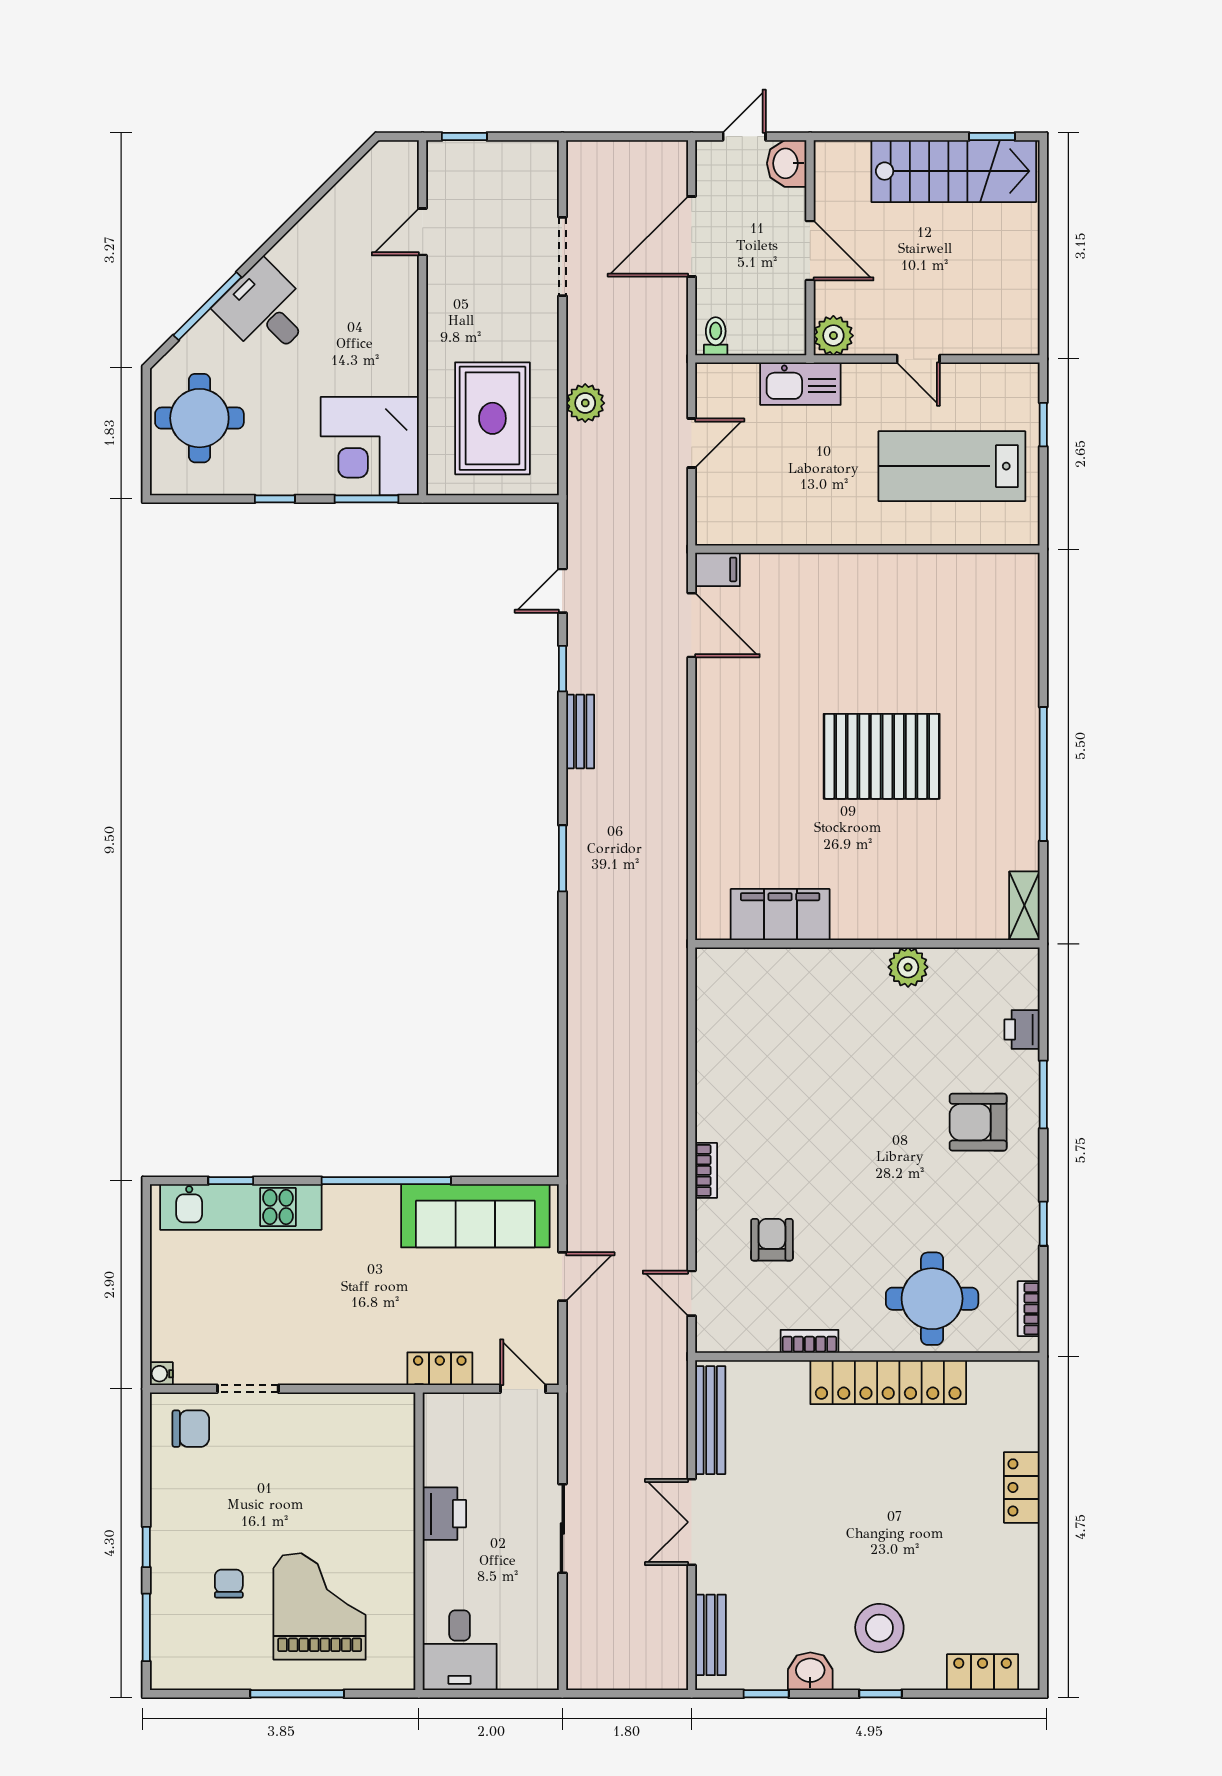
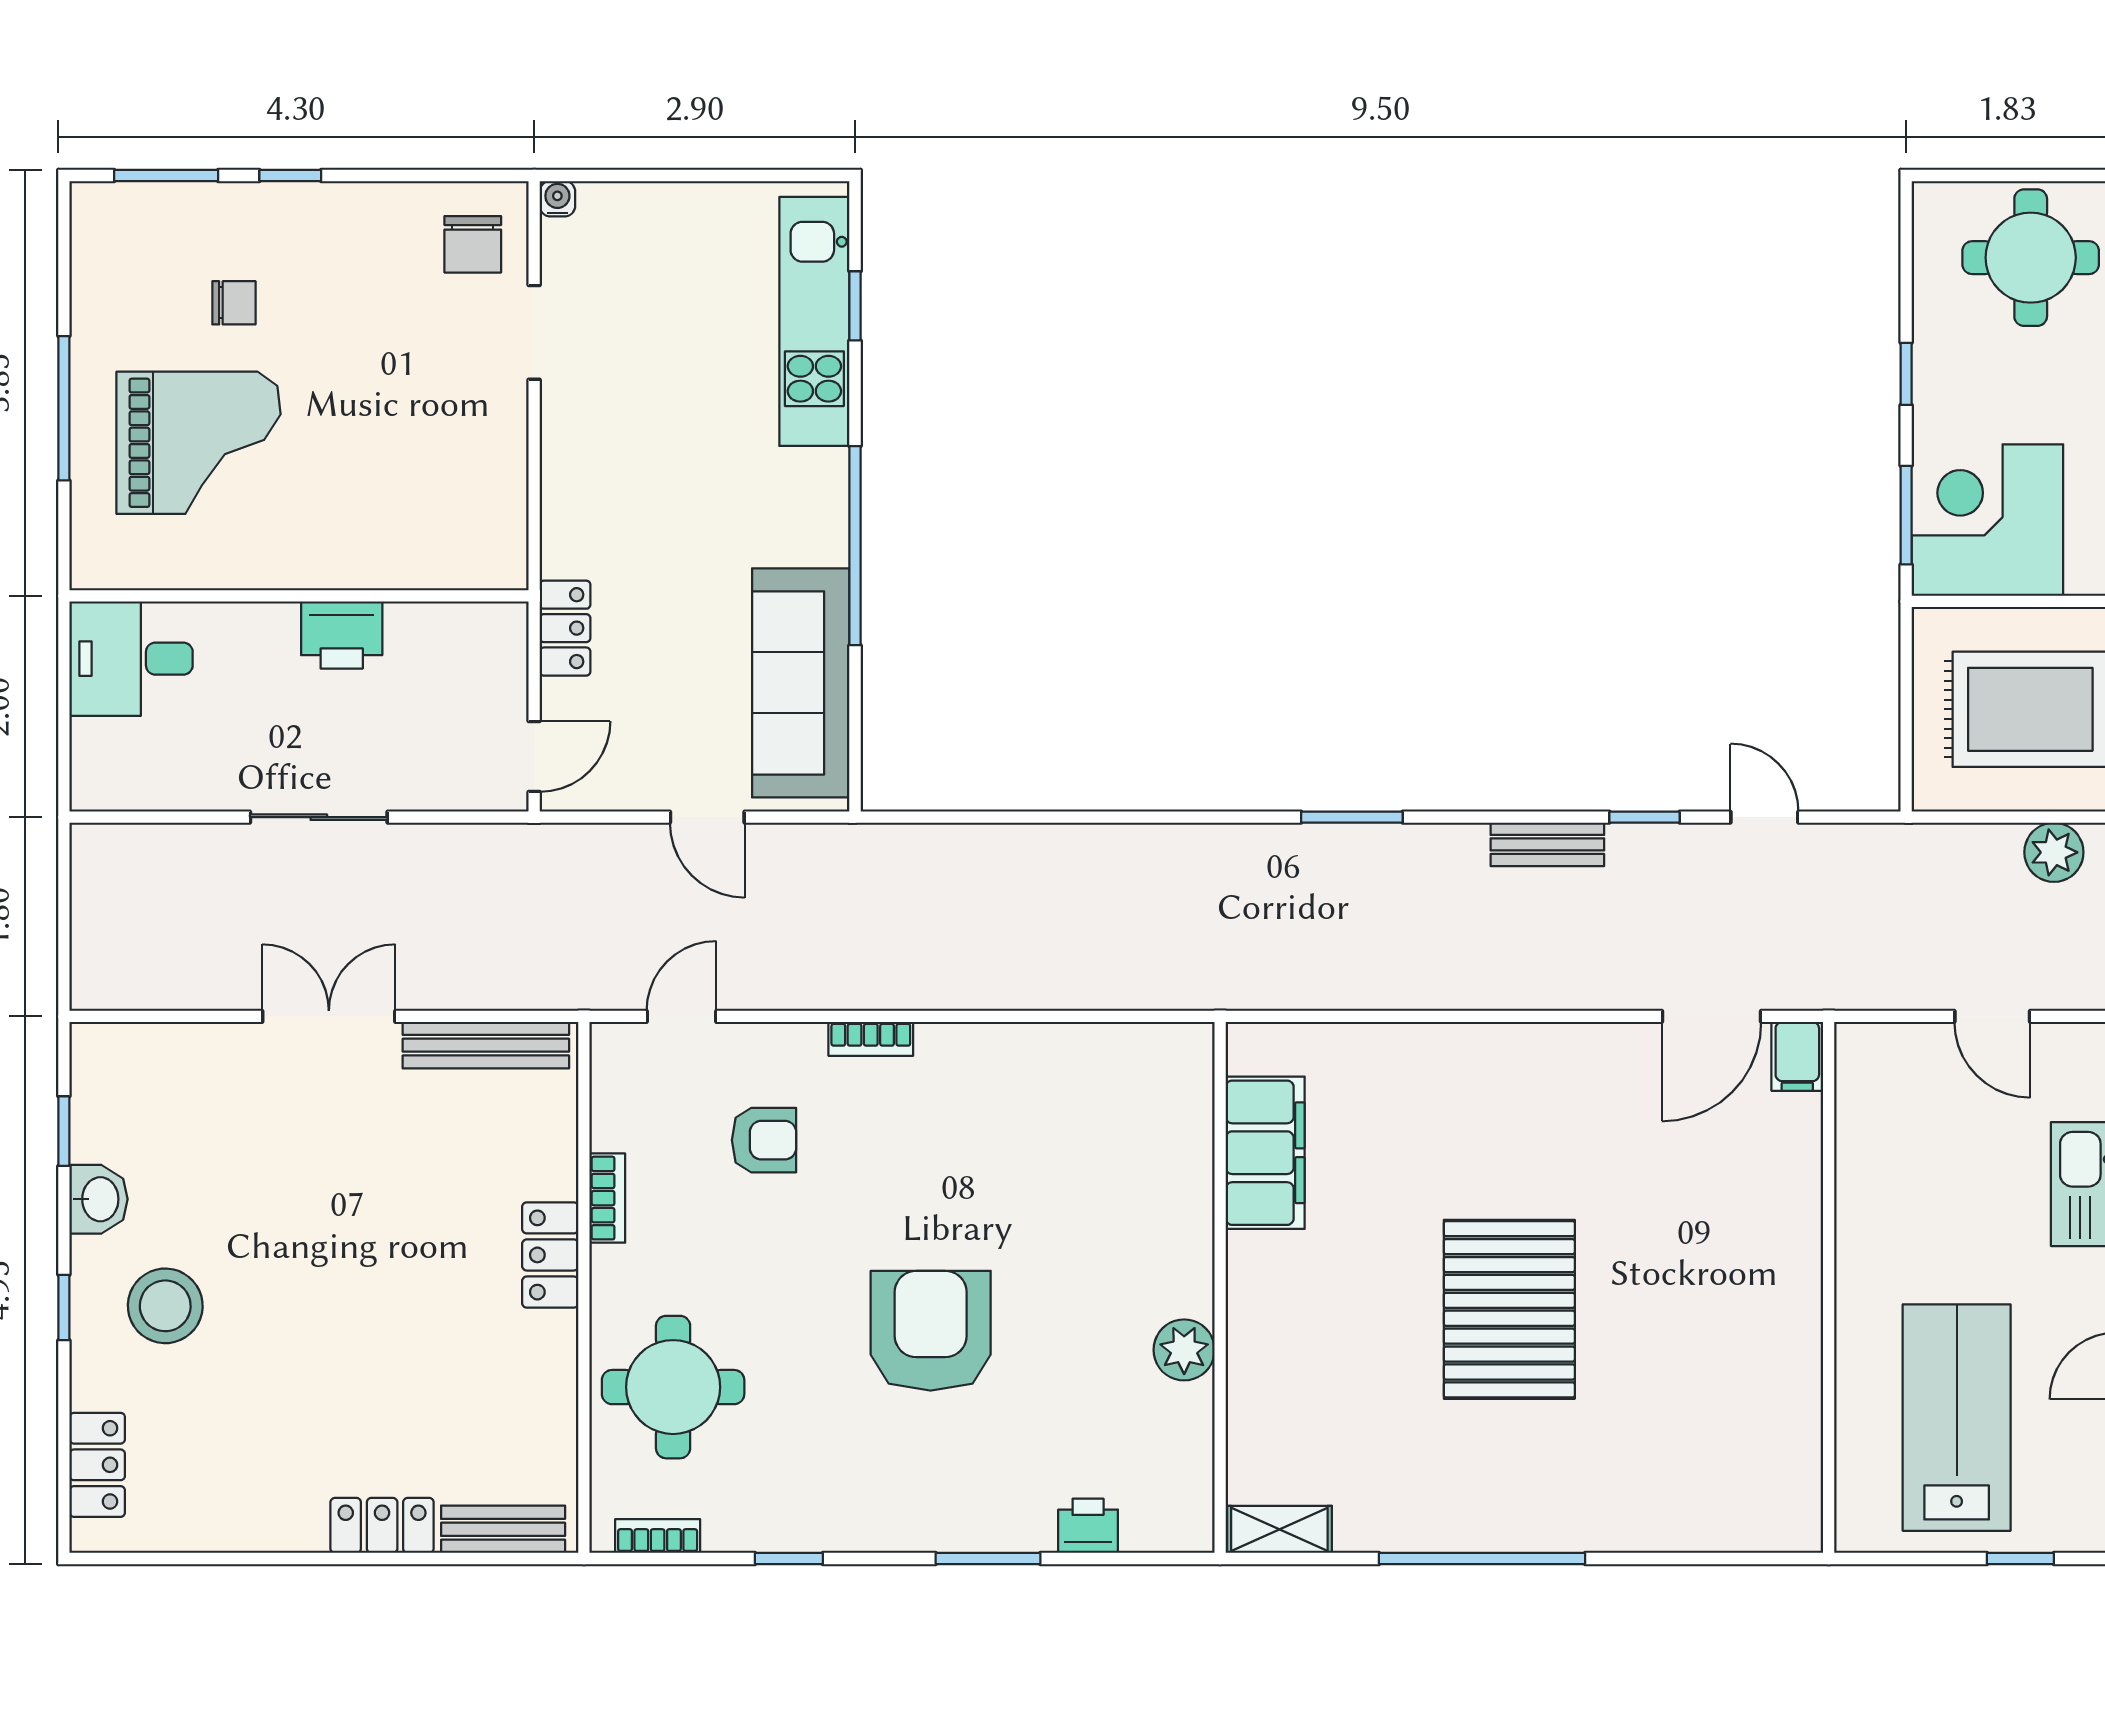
armchair: (978, 1122) -> (931, 1331), moved, width x1.36, depth x1.36
locker: (888, 1382) -> (550, 1255), width x0.46, depth x0.83
bench: (711, 1635) -> (503, 1529), moved

